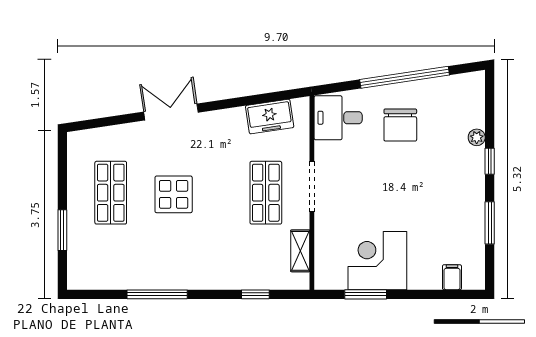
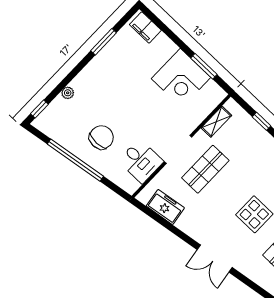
desk: (338, 118) -> (141, 161), moved
window: (490, 161) -> (39, 109), moved
filing cabinet: (452, 277) -> (145, 27), width x2.00

